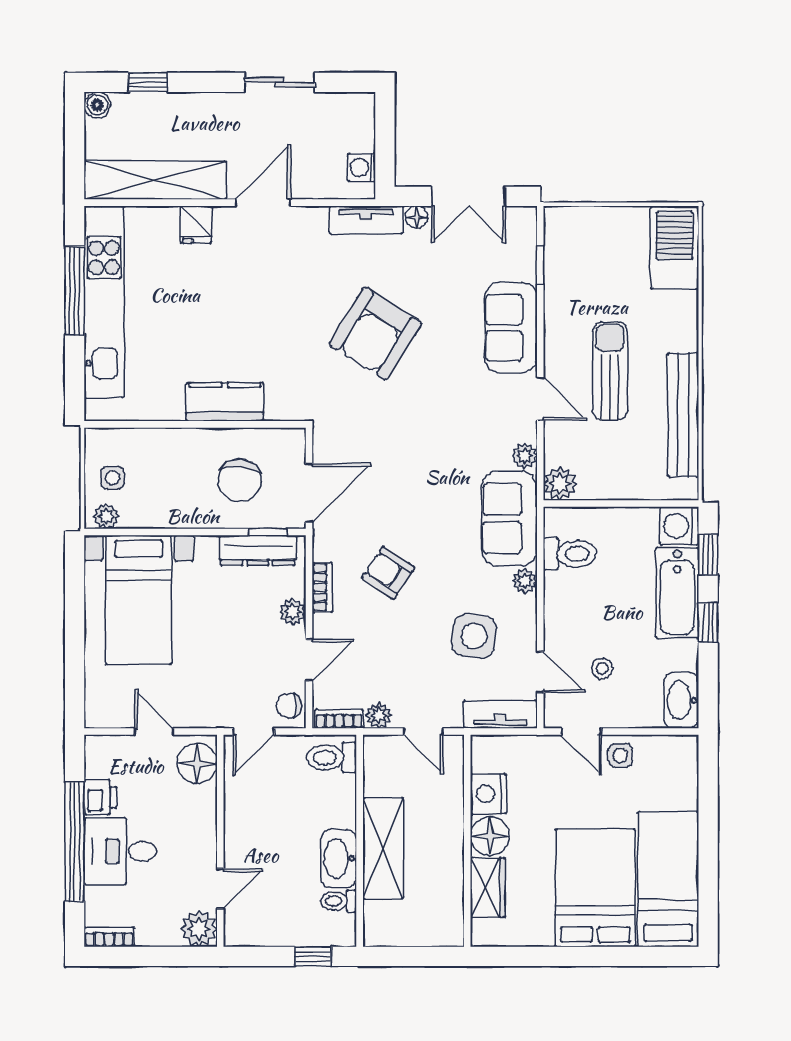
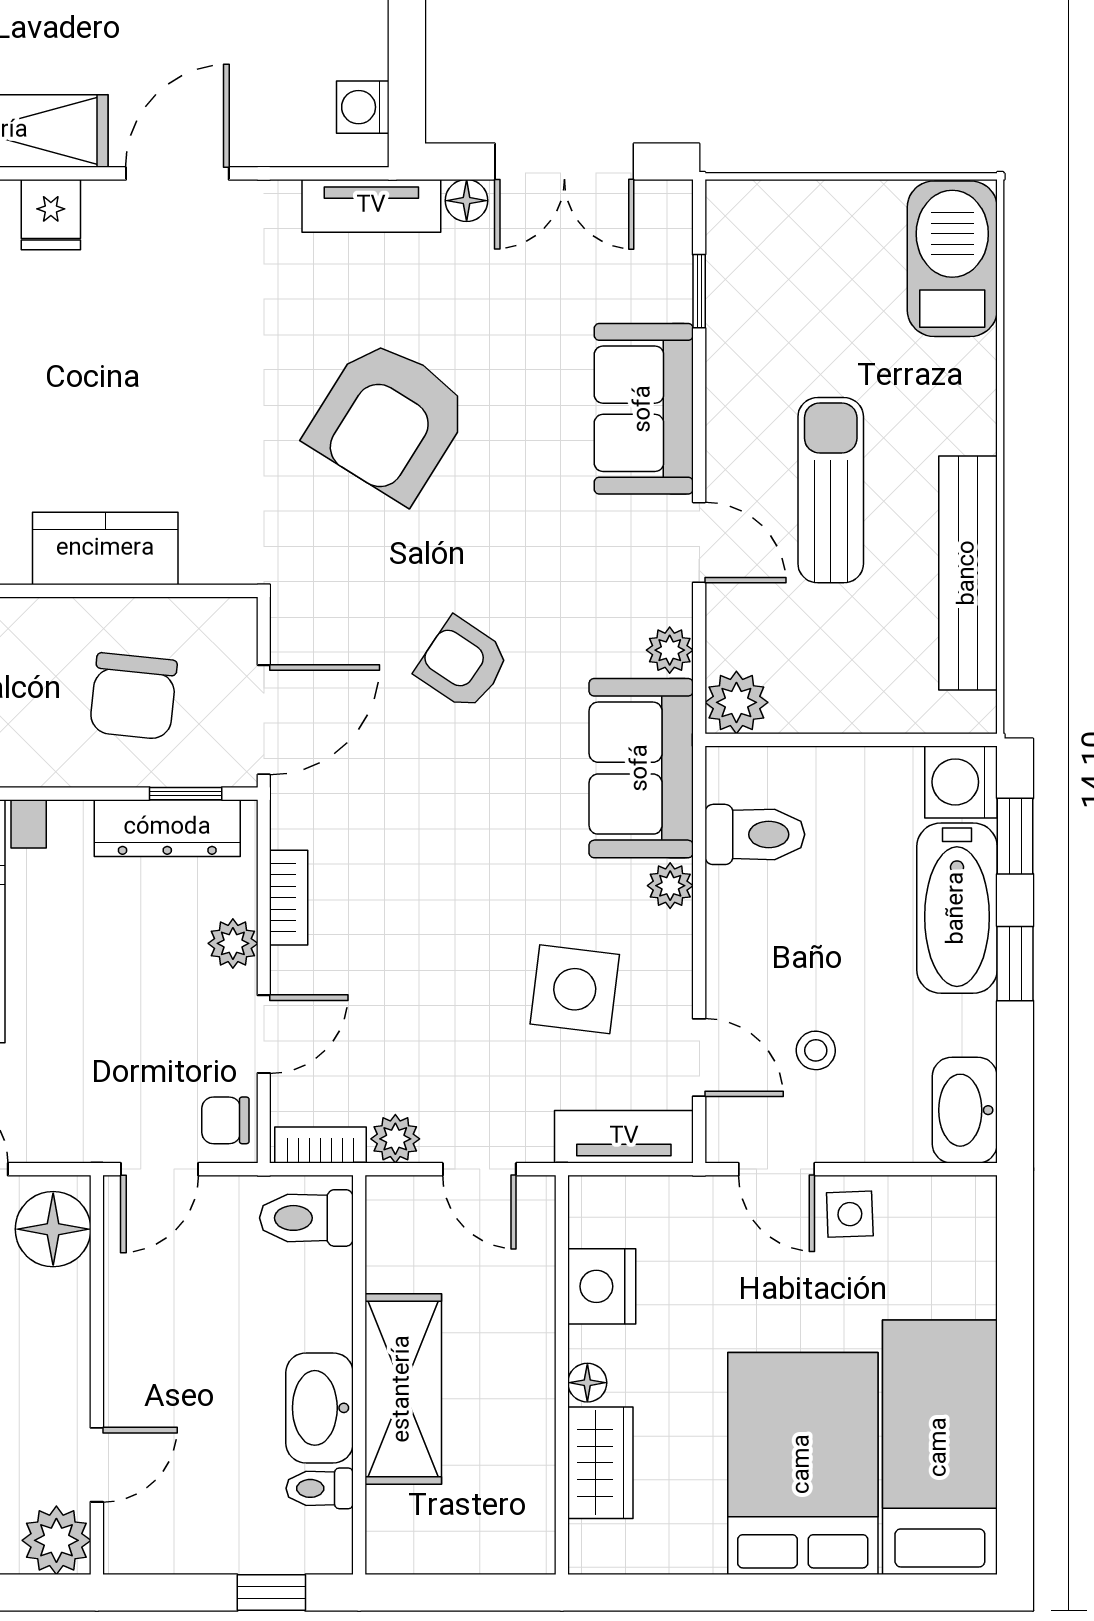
armchair: (388, 573) -> (463, 664), moved
floor lamp: (490, 836) -> (587, 1383), width x0.53, depth x0.53

